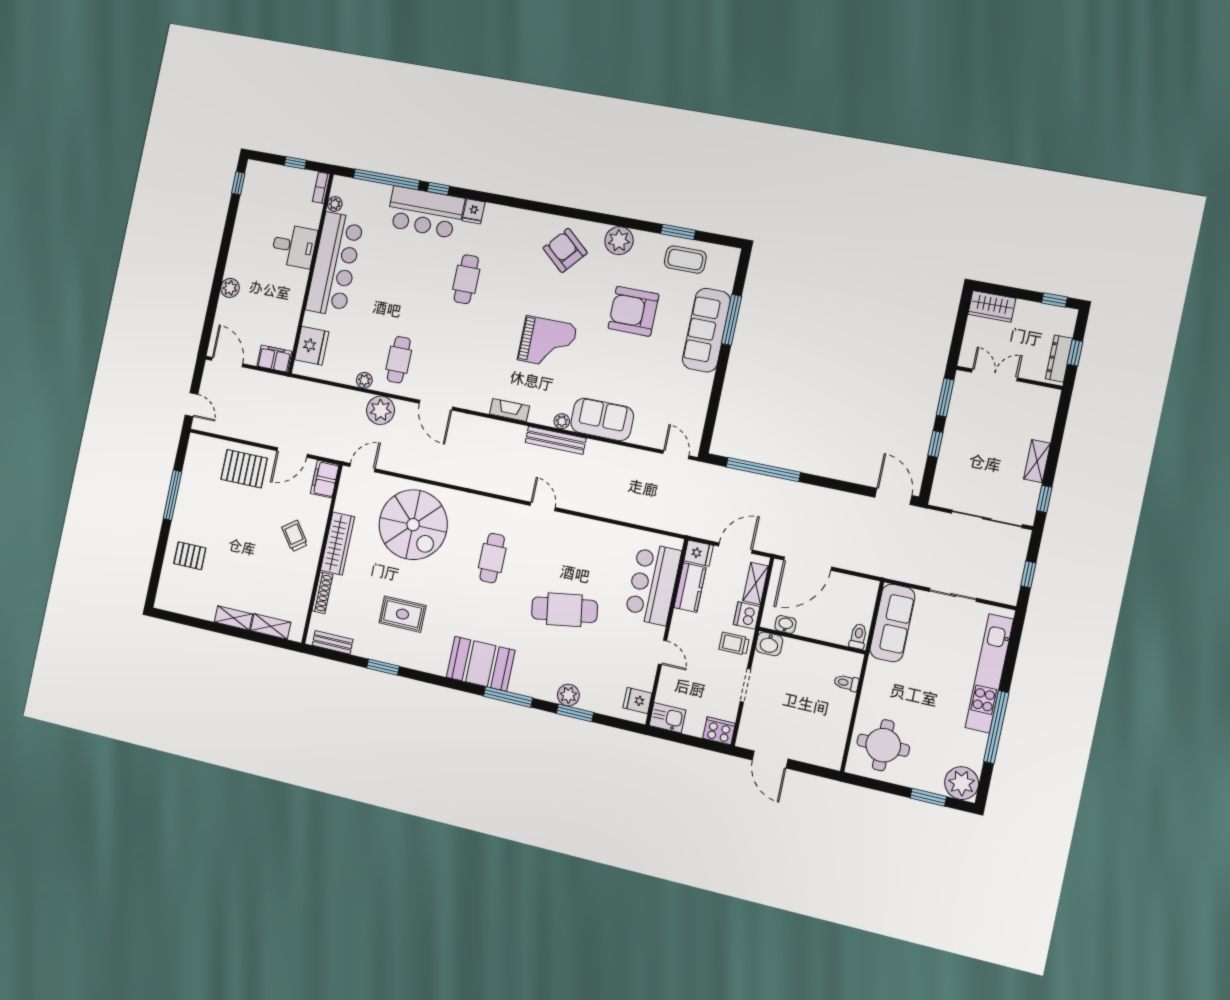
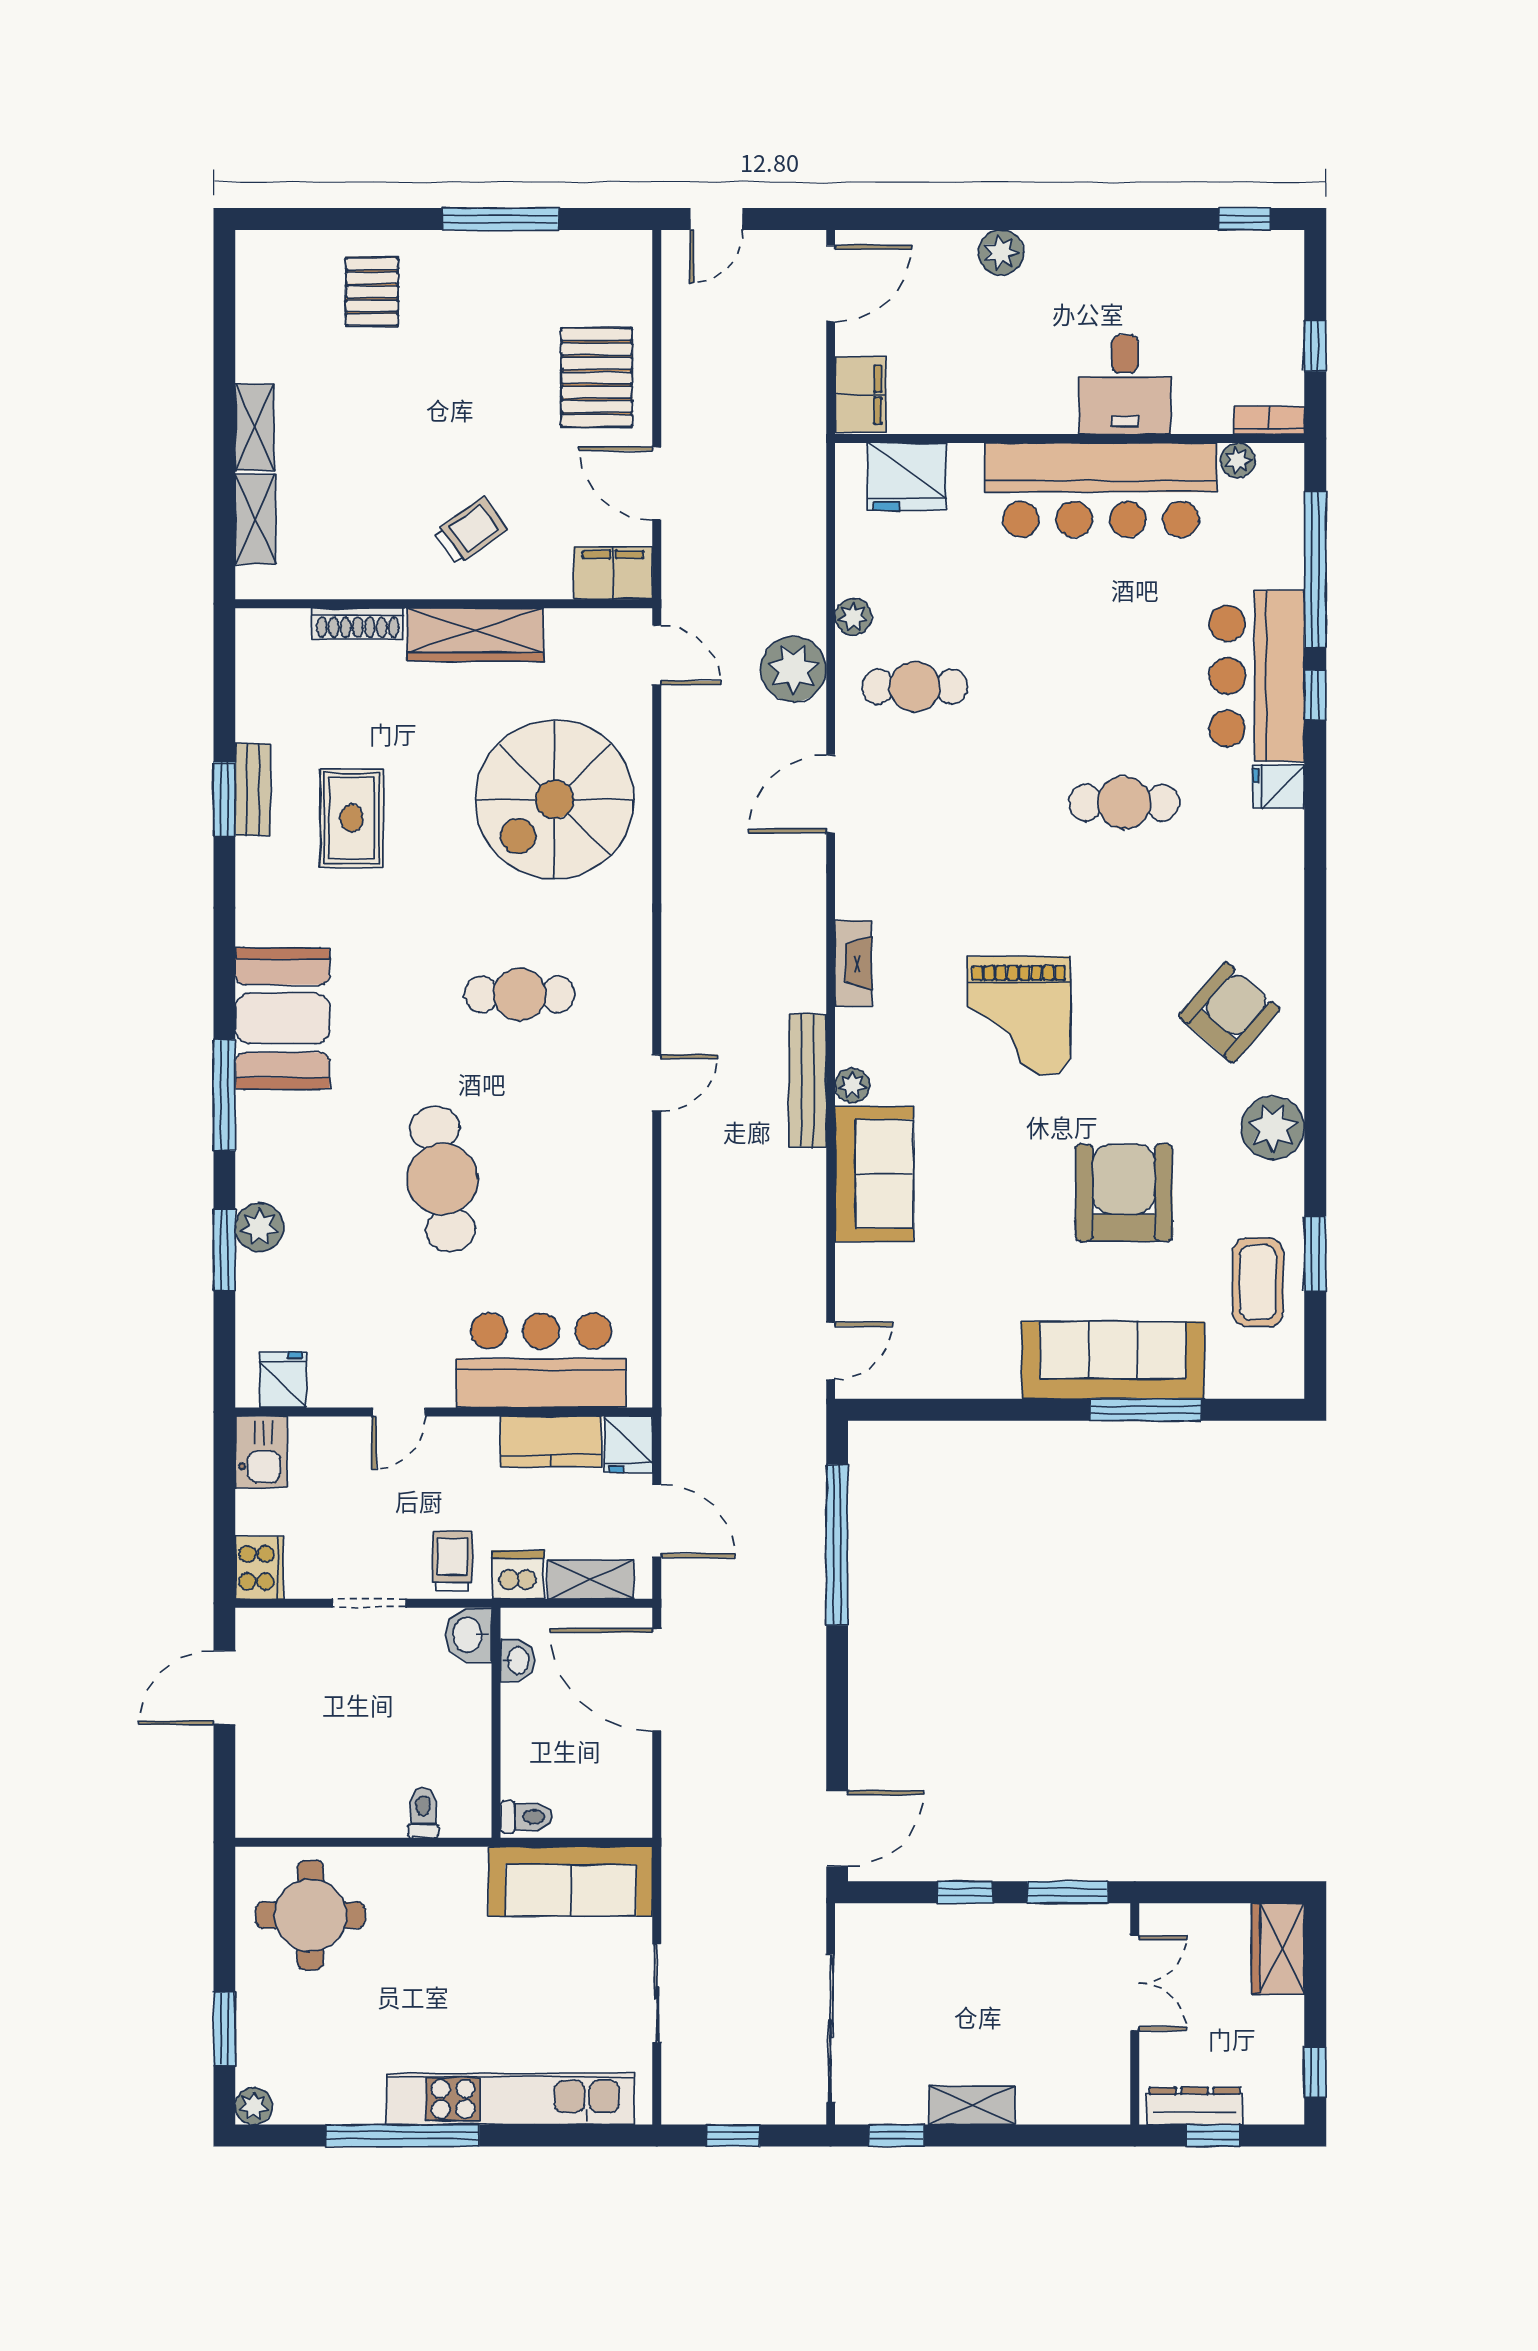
bench: (333, 642) -> (253, 790), moved
plant: (962, 783) -> (254, 2106), width x0.53, depth x0.53

